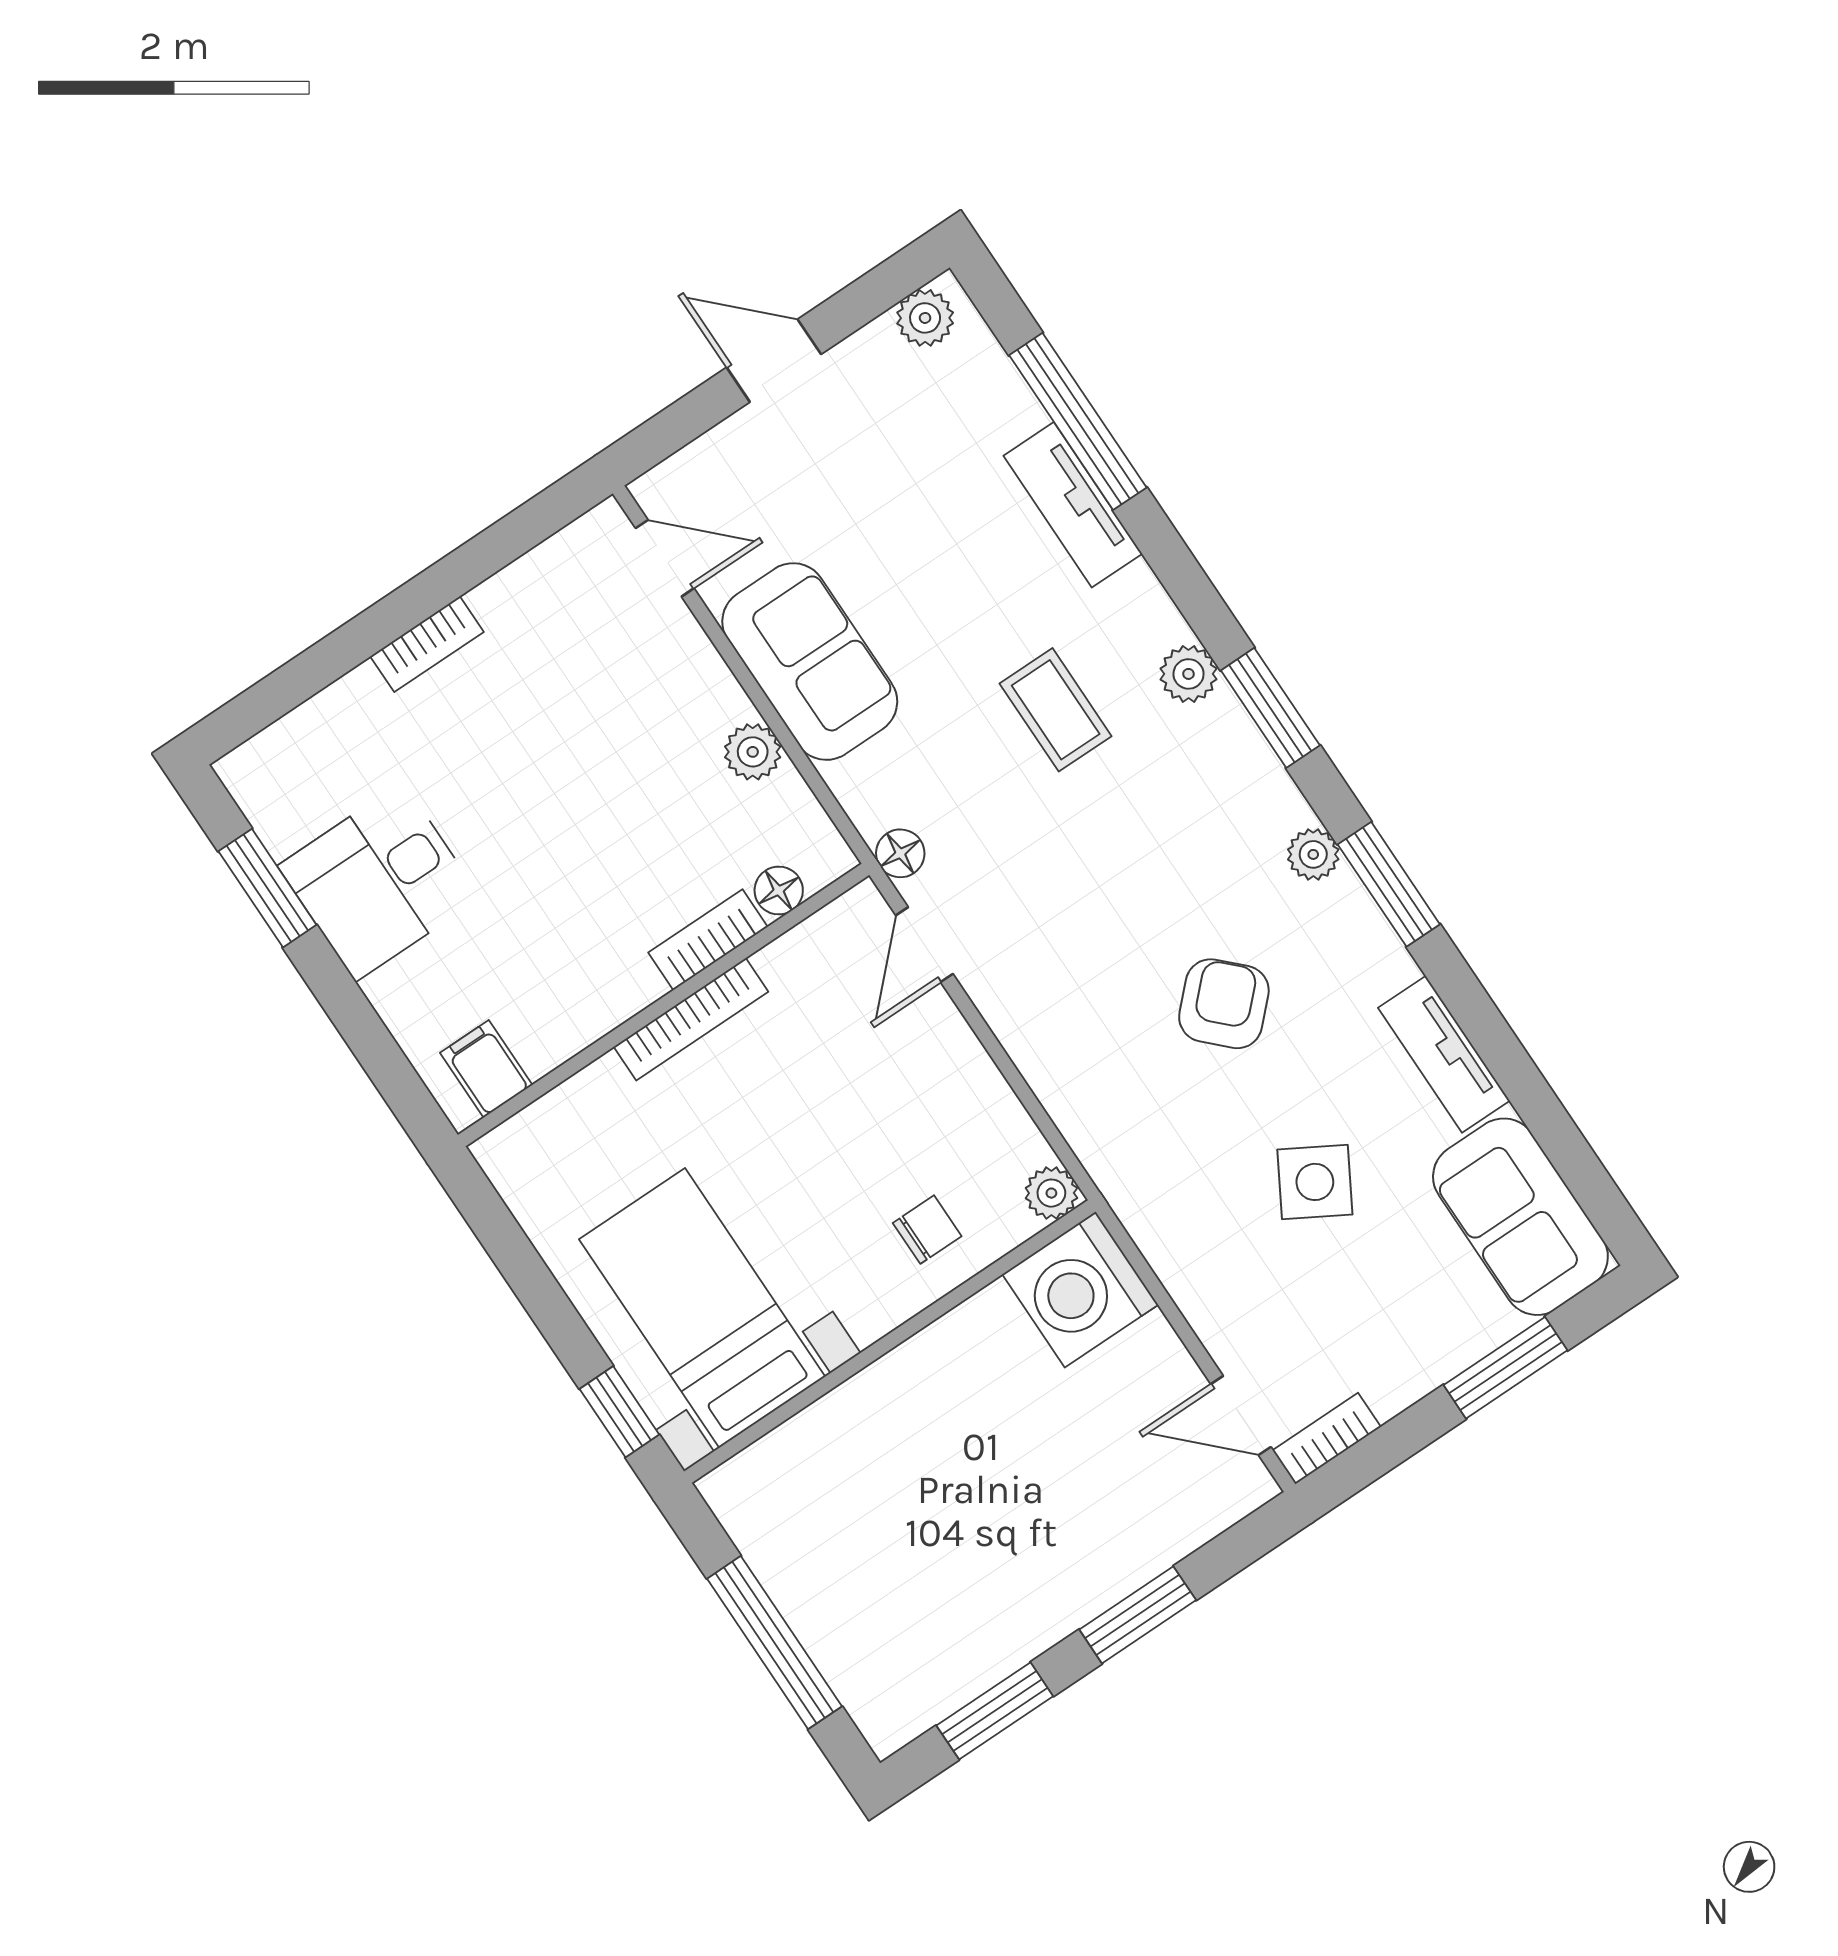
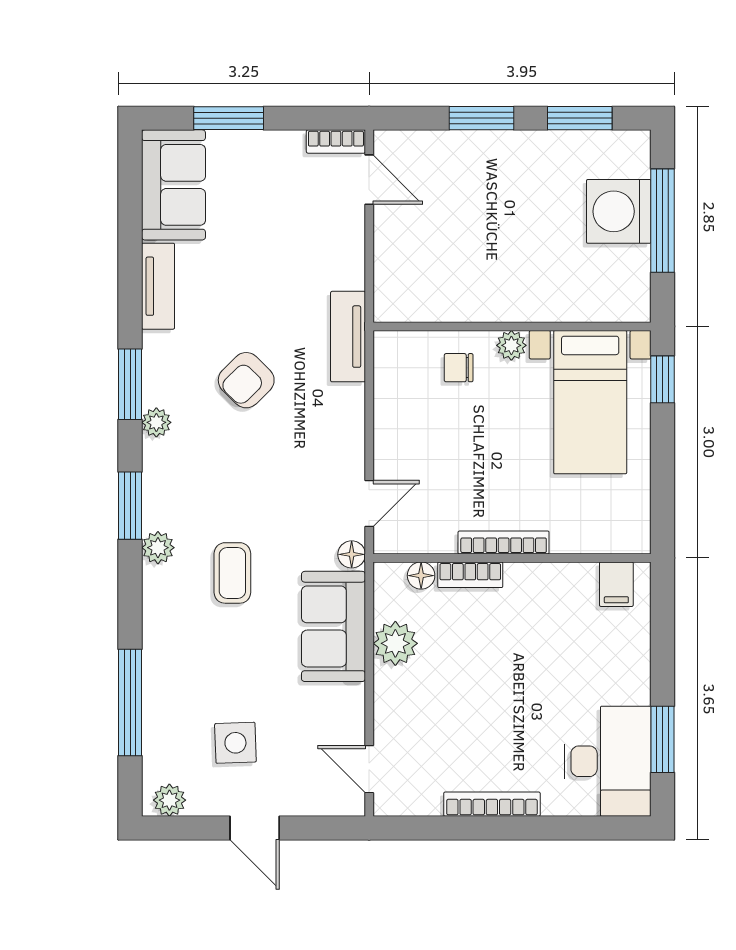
tv unit: (1073, 505) -> (348, 337), moved, turned 180
bookcase: (427, 644) -> (492, 804), width x1.56
sofa: (810, 662) -> (333, 626), moved
plant: (753, 752) -> (395, 643), width x1.38, depth x1.38
desk: (379, 882) -> (607, 761), moved, width x1.37
side table: (1315, 1182) -> (235, 743), moved, turned -32
plant: (1051, 1193) -> (511, 345), moved
washing machine: (1080, 1290) -> (619, 211), moved, turned 180

